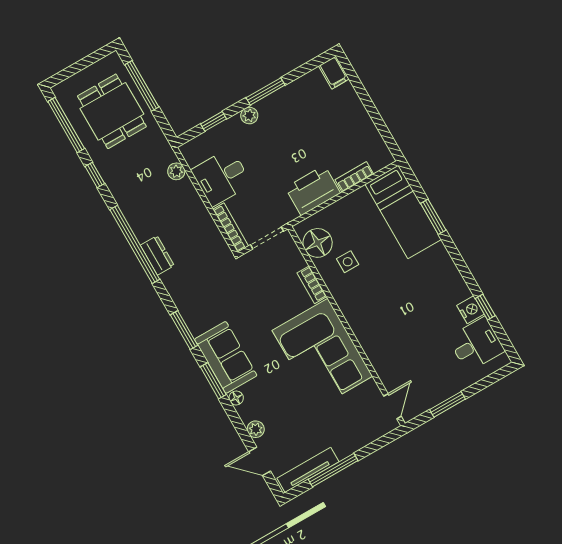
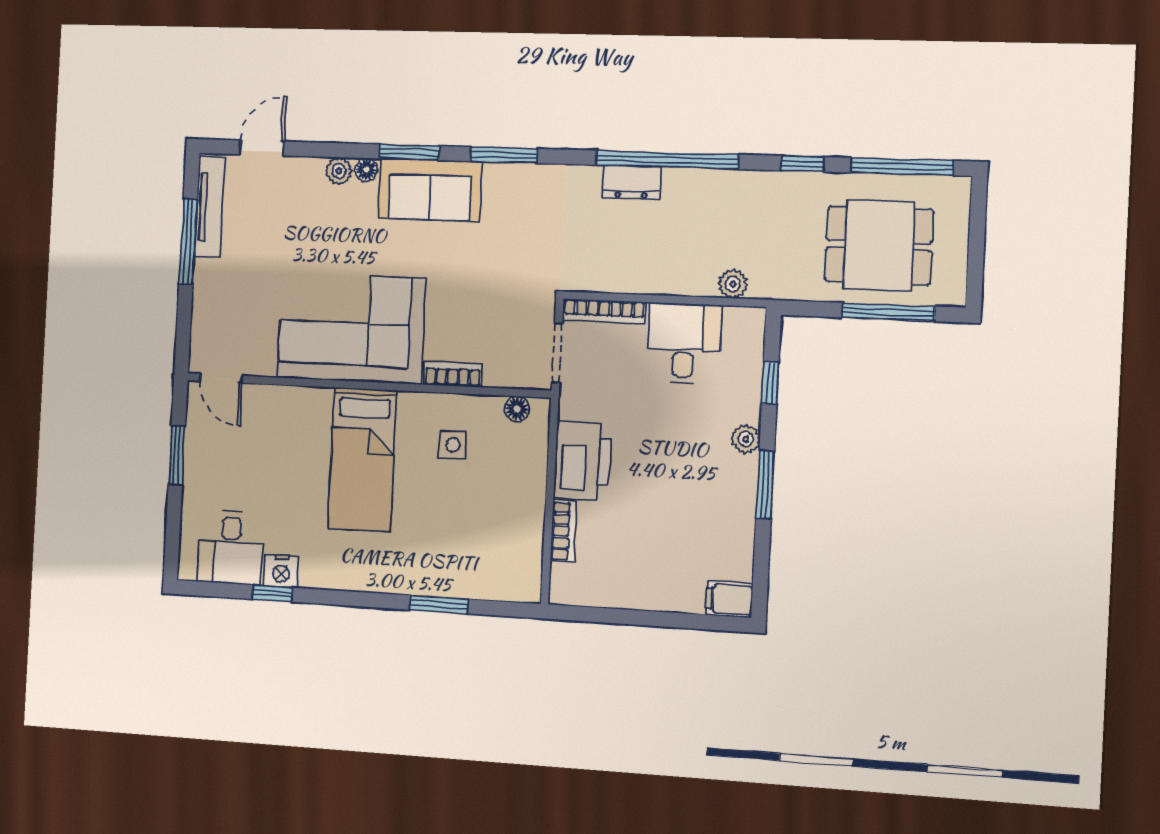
bed: (403, 212) -> (362, 460), moved, turned -90
floor lamp: (318, 243) -> (517, 409), width x0.53, depth x0.53
plant: (256, 429) -> (339, 171), moved

